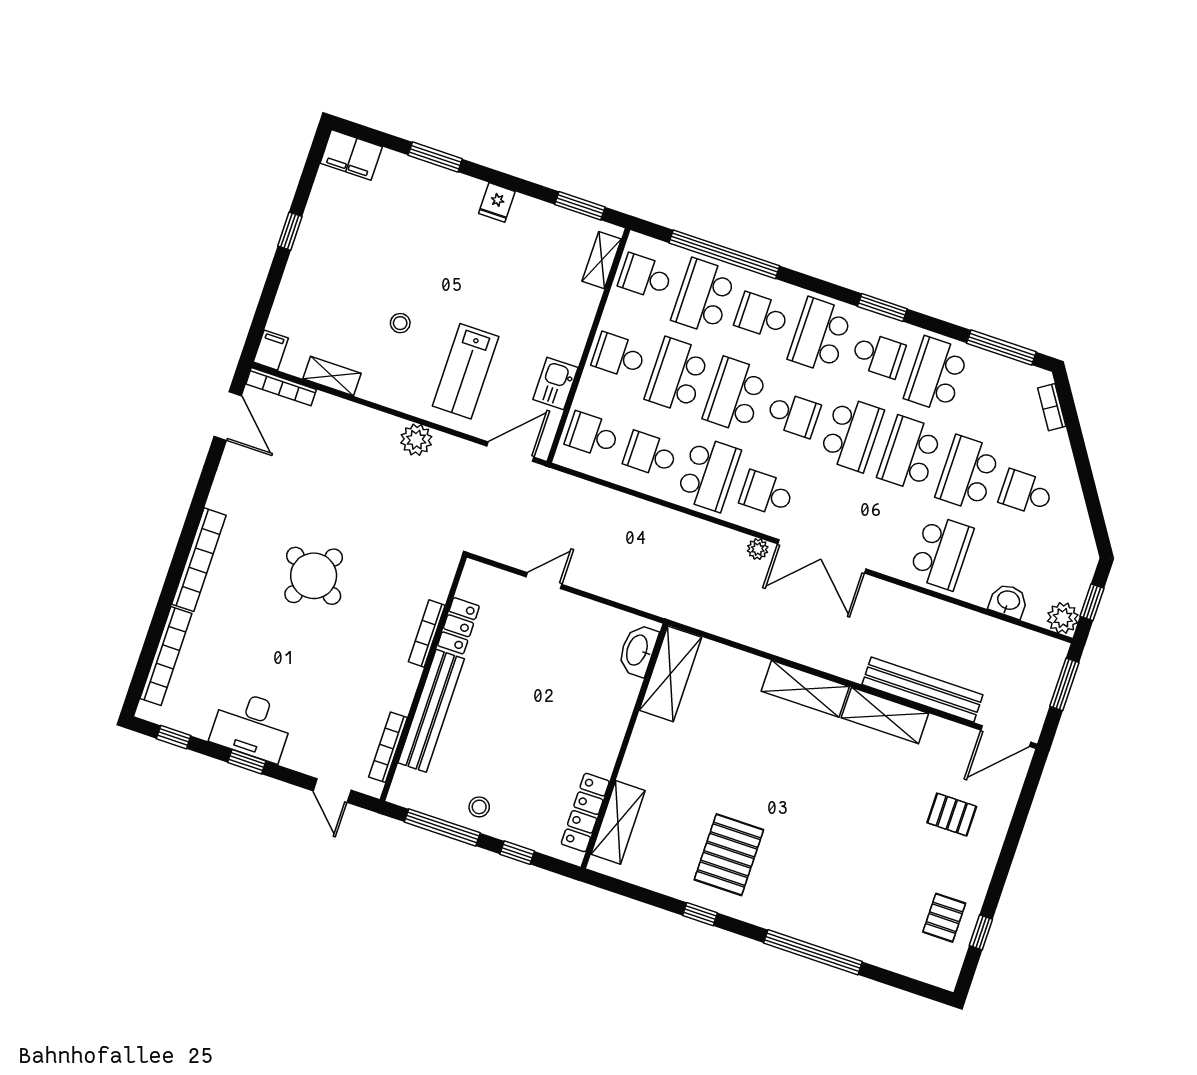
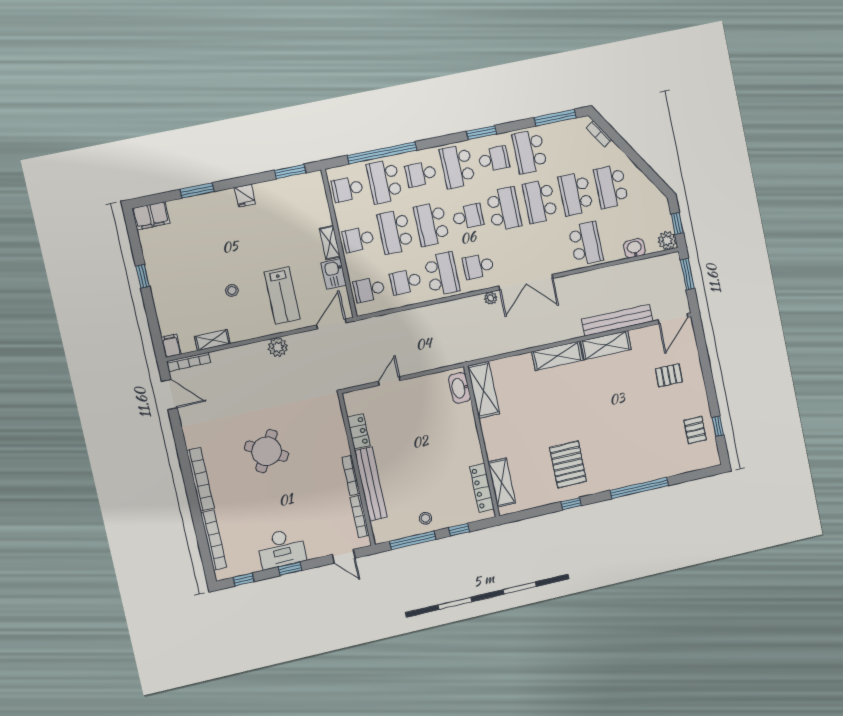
shelving: (602, 260) -> (330, 243), moved
school desk: (1026, 493) -> (611, 186), width x1.85
bookcase: (427, 634) -> (351, 475), moved

